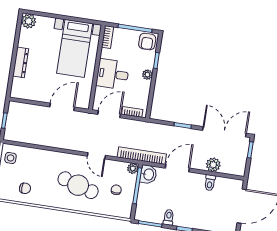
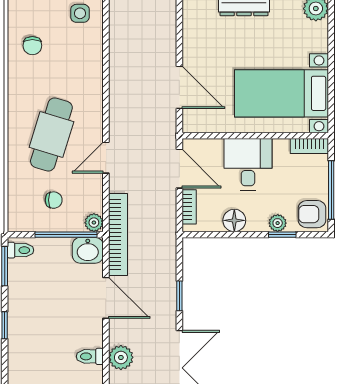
plant: (147, 75) -> (278, 223), moved
floor lamp: (144, 87) -> (234, 220), added
toilet: (169, 217) -> (21, 250), moved

